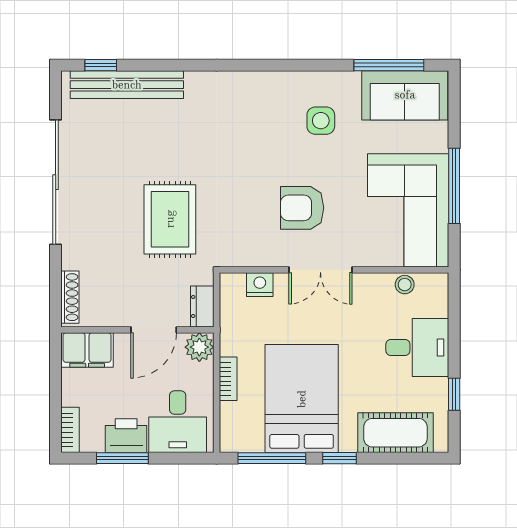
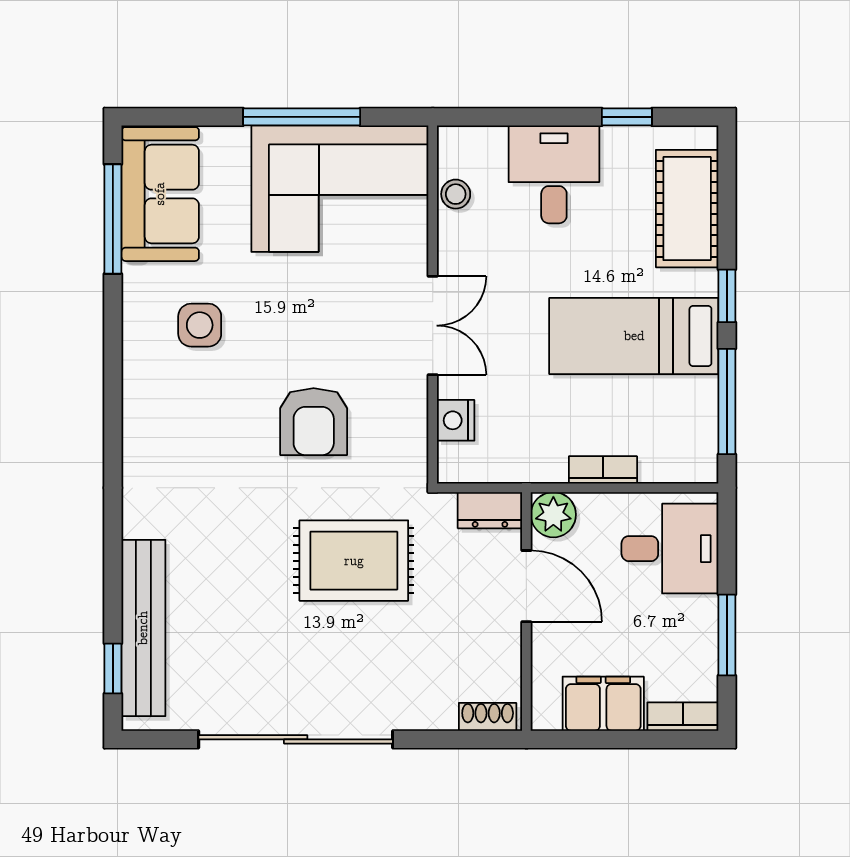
armchair: (302, 208) -> (314, 422), moved
shoe rack: (70, 297) -> (488, 717), width x0.70
filing cabinet: (87, 350) -> (603, 704), moved, turned -90
bed: (302, 399) -> (634, 336), width x0.67
printer: (126, 436) -> (692, 629), removed

